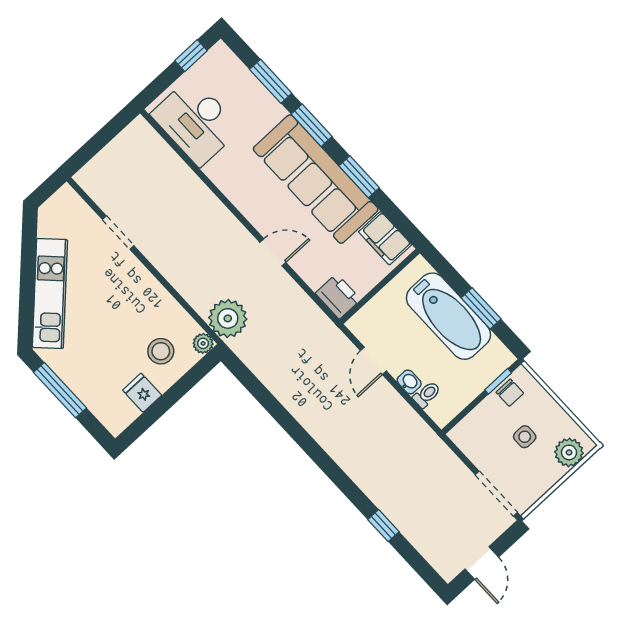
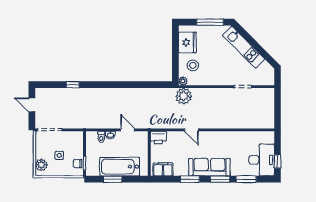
desk: (196, 122) -> (262, 160), moved, turned 90
sofa: (316, 179) -> (209, 167), width x0.74, depth x0.79
door: (273, 252) -> (191, 130), hinge flipped
fridge: (142, 393) -> (187, 42), width x1.88, depth x1.34

